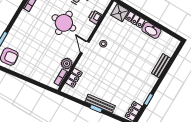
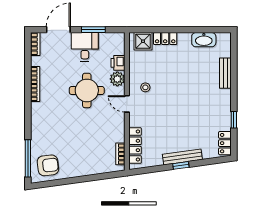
washbasin: (151, 30) -> (204, 40), moved
plant: (67, 64) -> (117, 79), moved
locker: (74, 78) -> (135, 145), width x1.53

